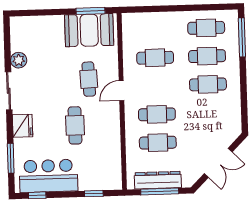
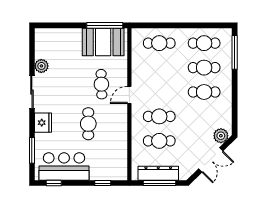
window: (90, 11) -> (105, 25), width x1.44
cafe table: (155, 58) -> (159, 43), moved
plant: (229, 134) -> (221, 136), added

